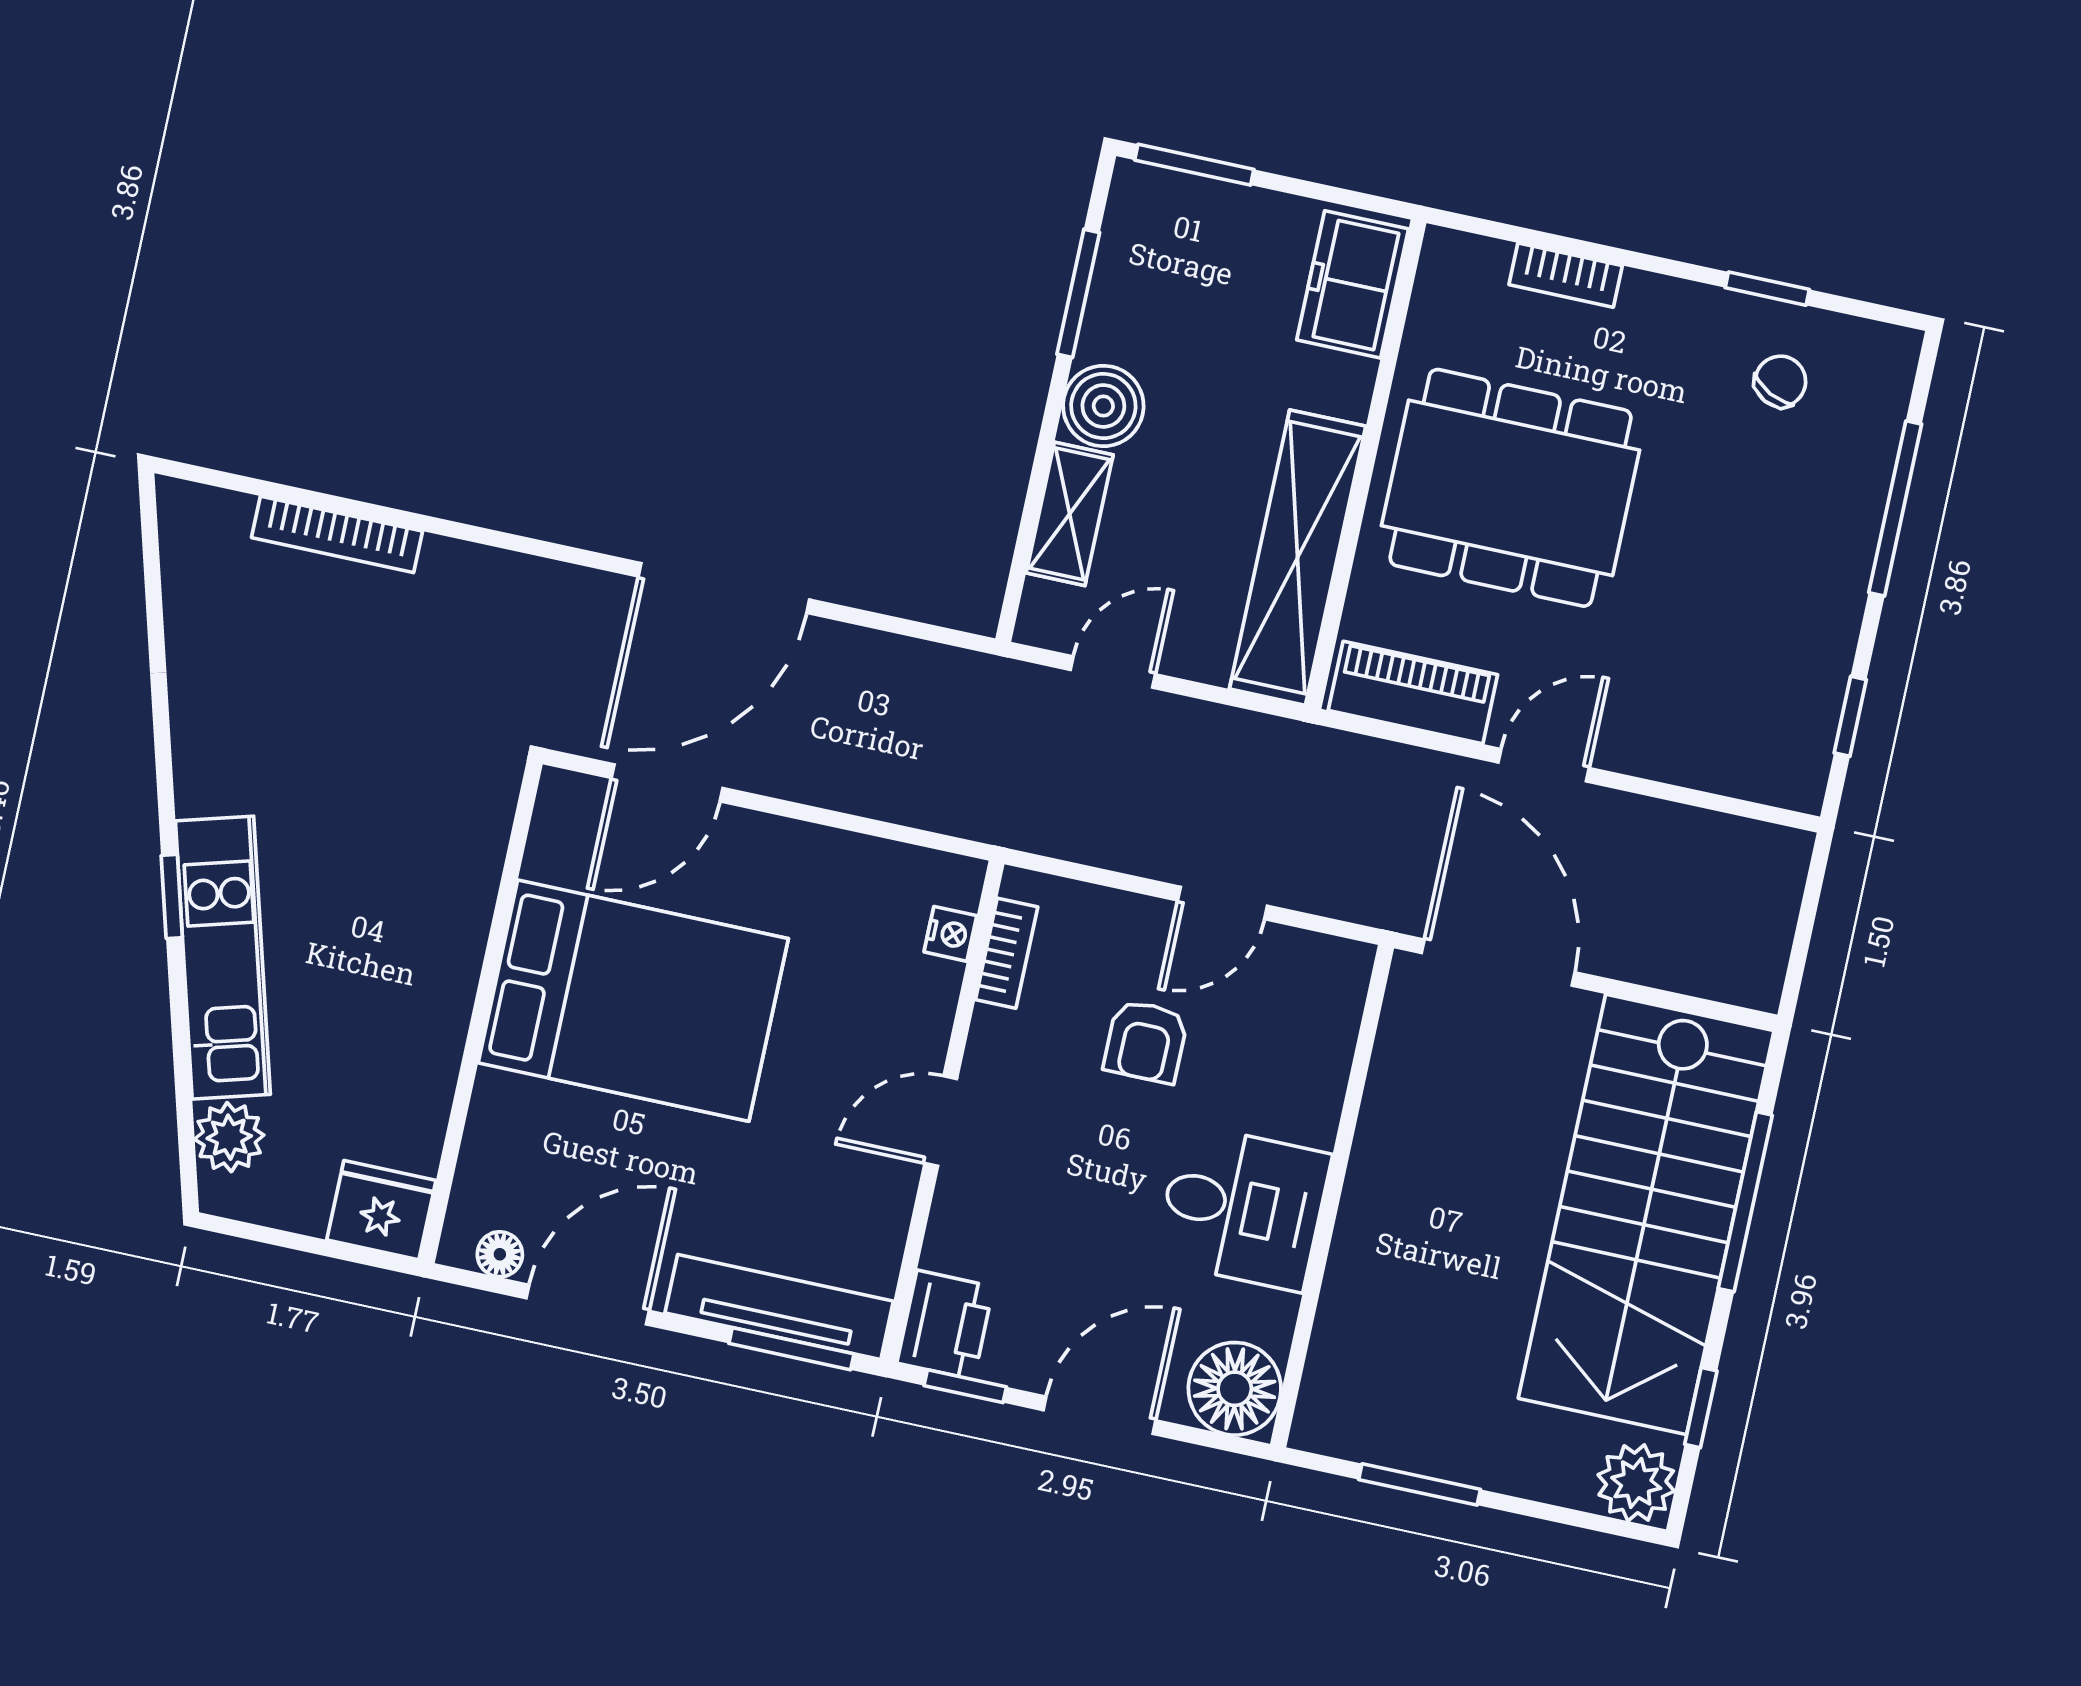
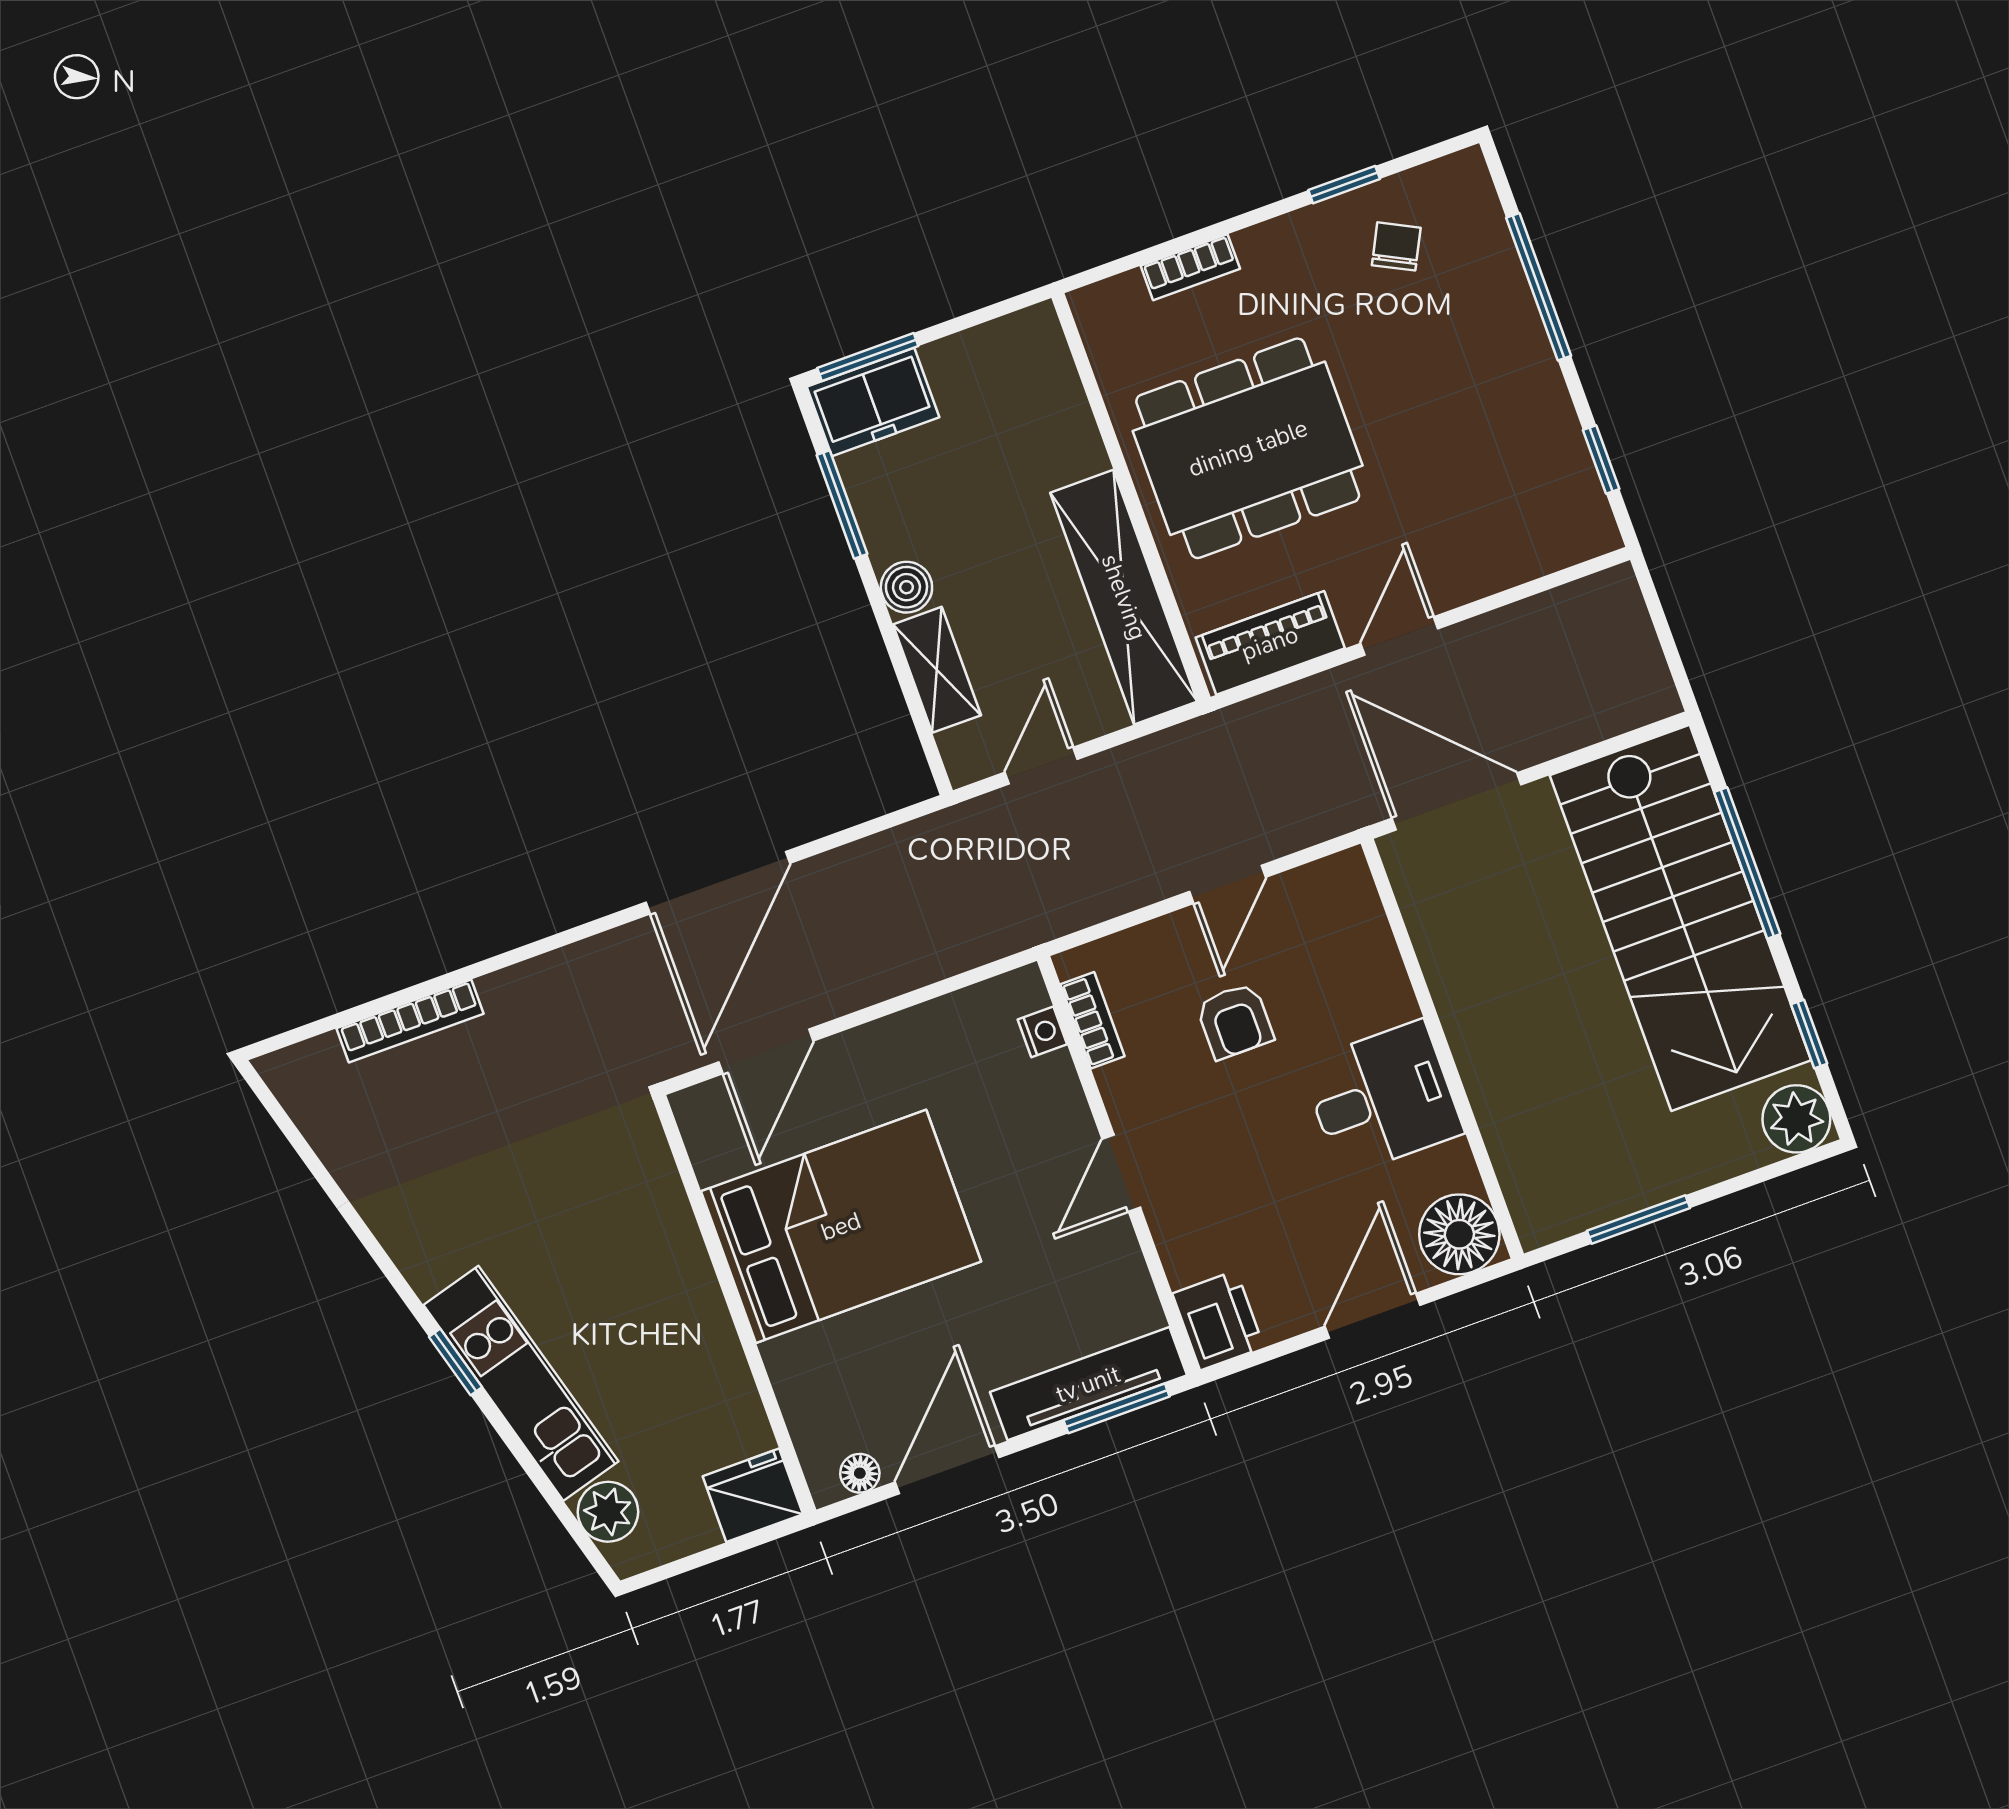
freezer: (1353, 284) -> (873, 402), moved, turned -90
boiler: (1103, 406) -> (906, 587), width x0.73, depth x0.73
window: (965, 1386) -> (1261, 1356), removed

